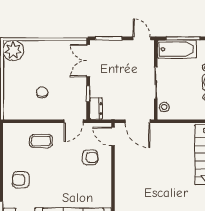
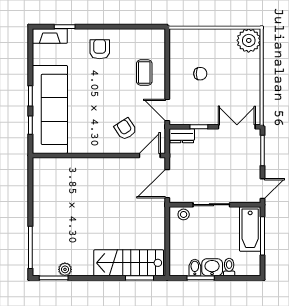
armchair: (90, 157) -> (125, 129), turned 147

